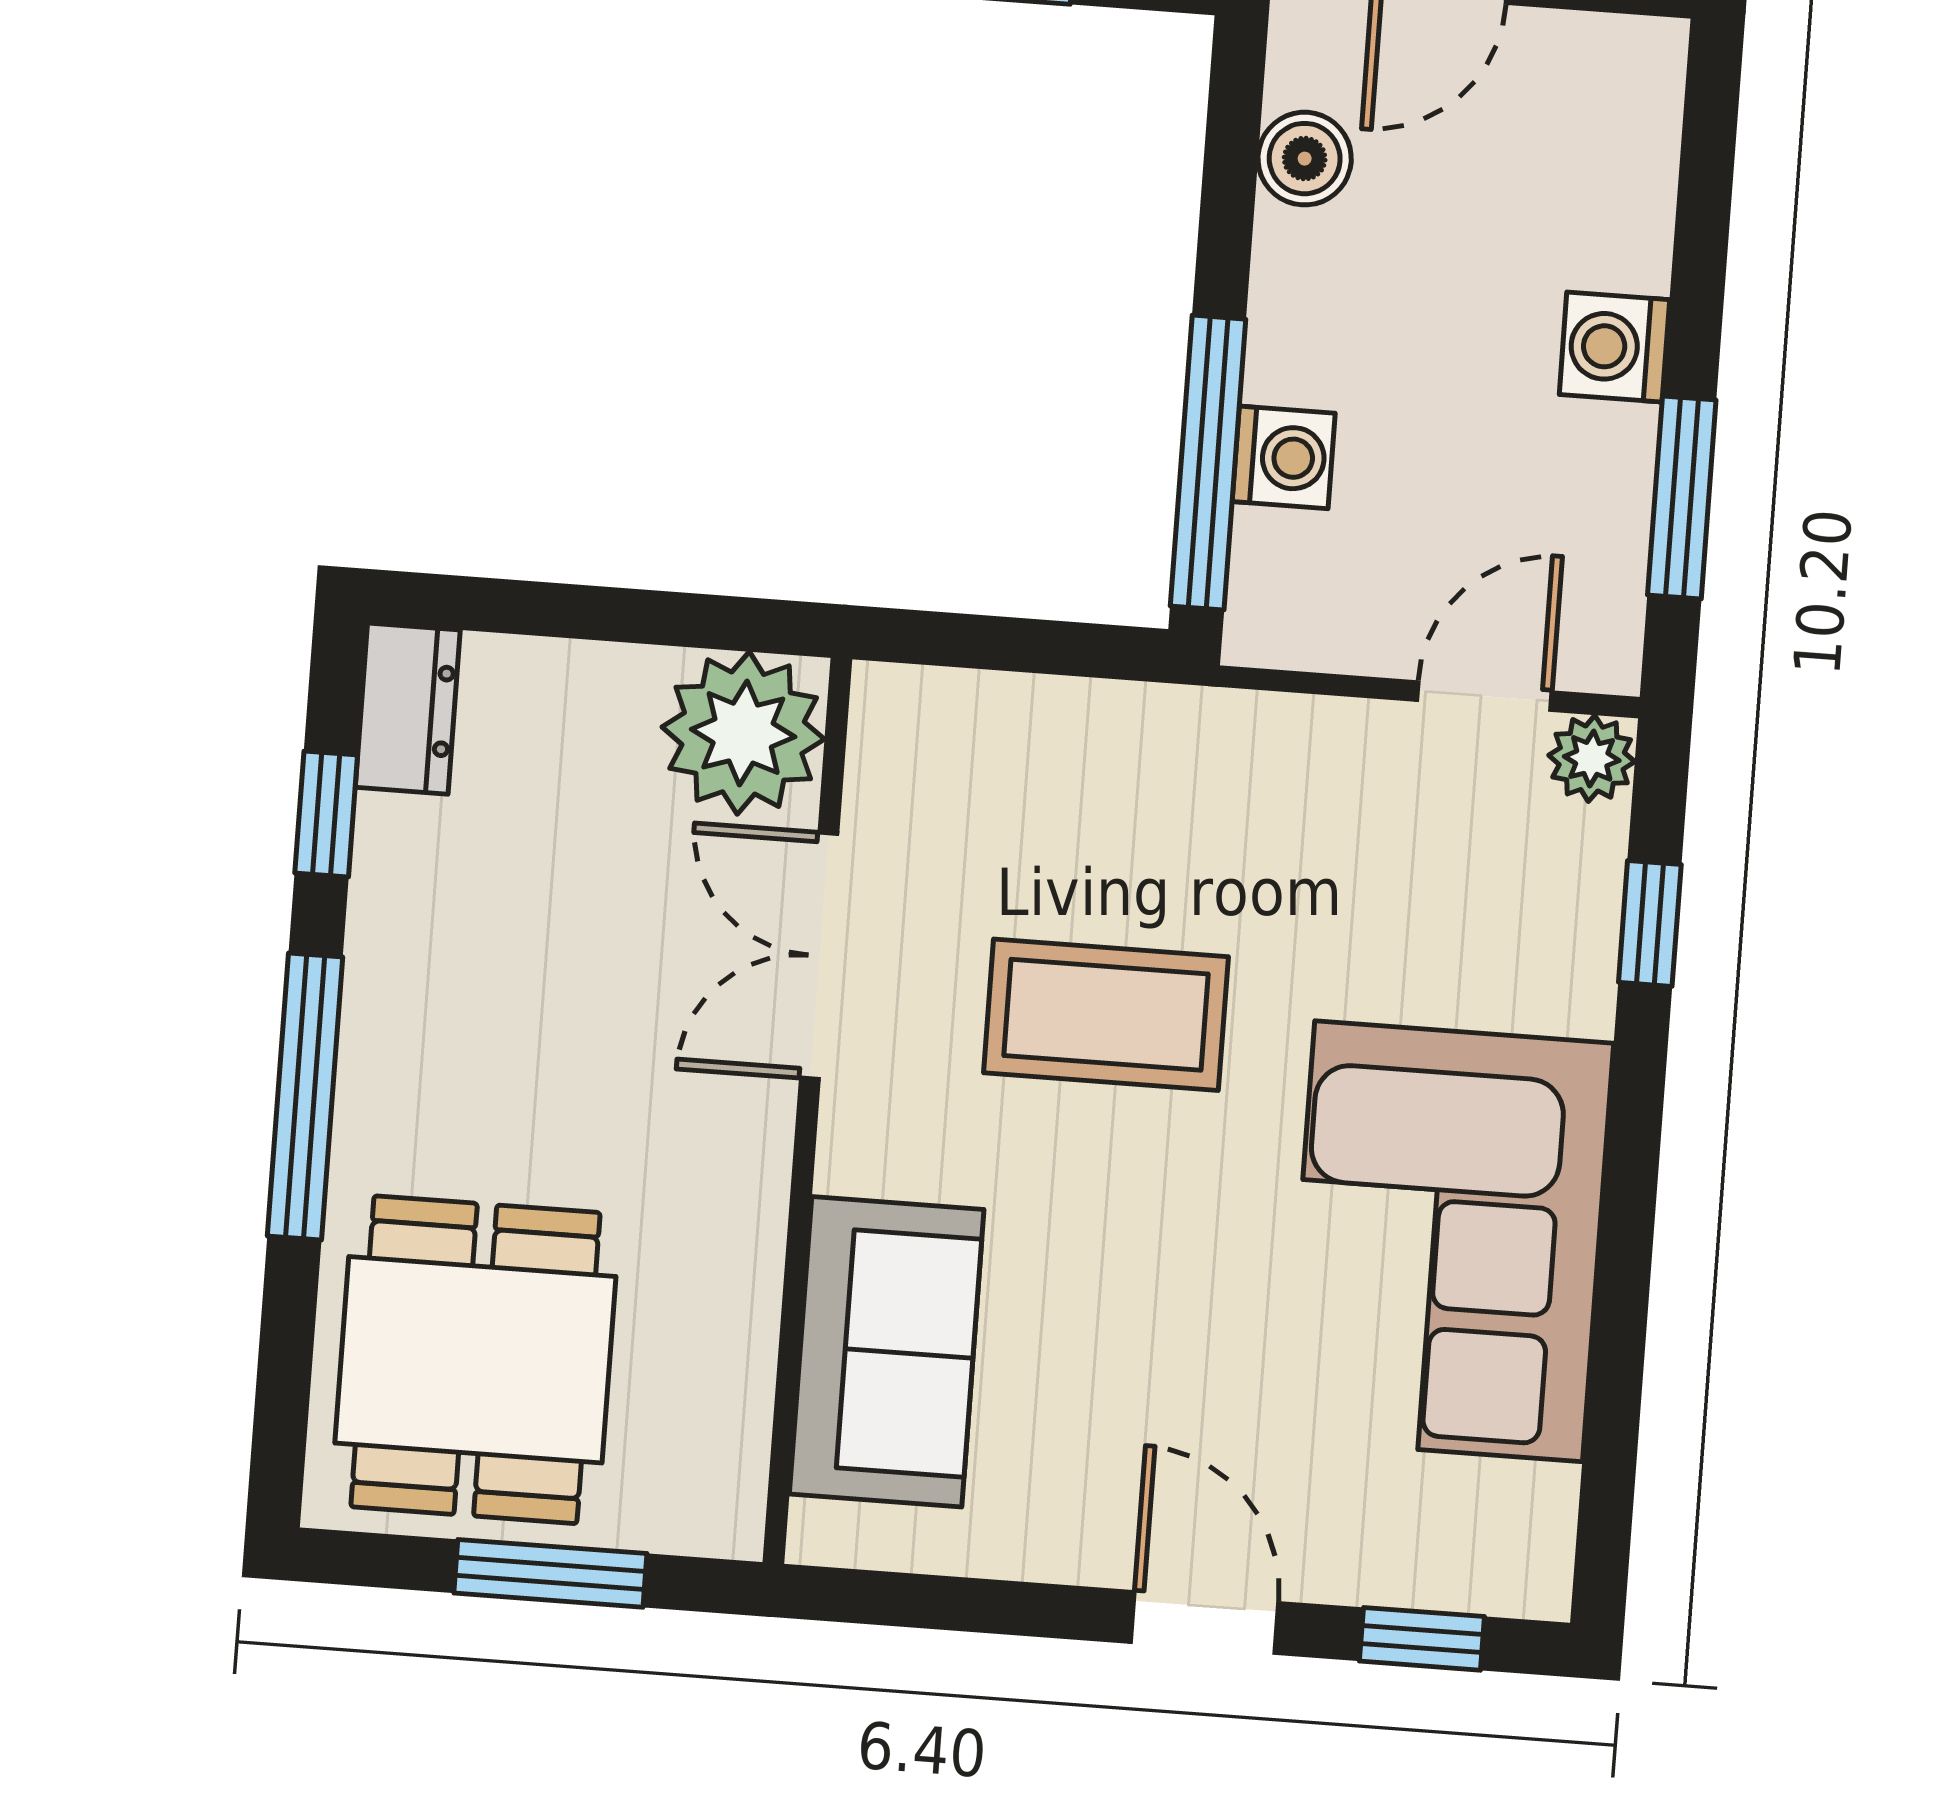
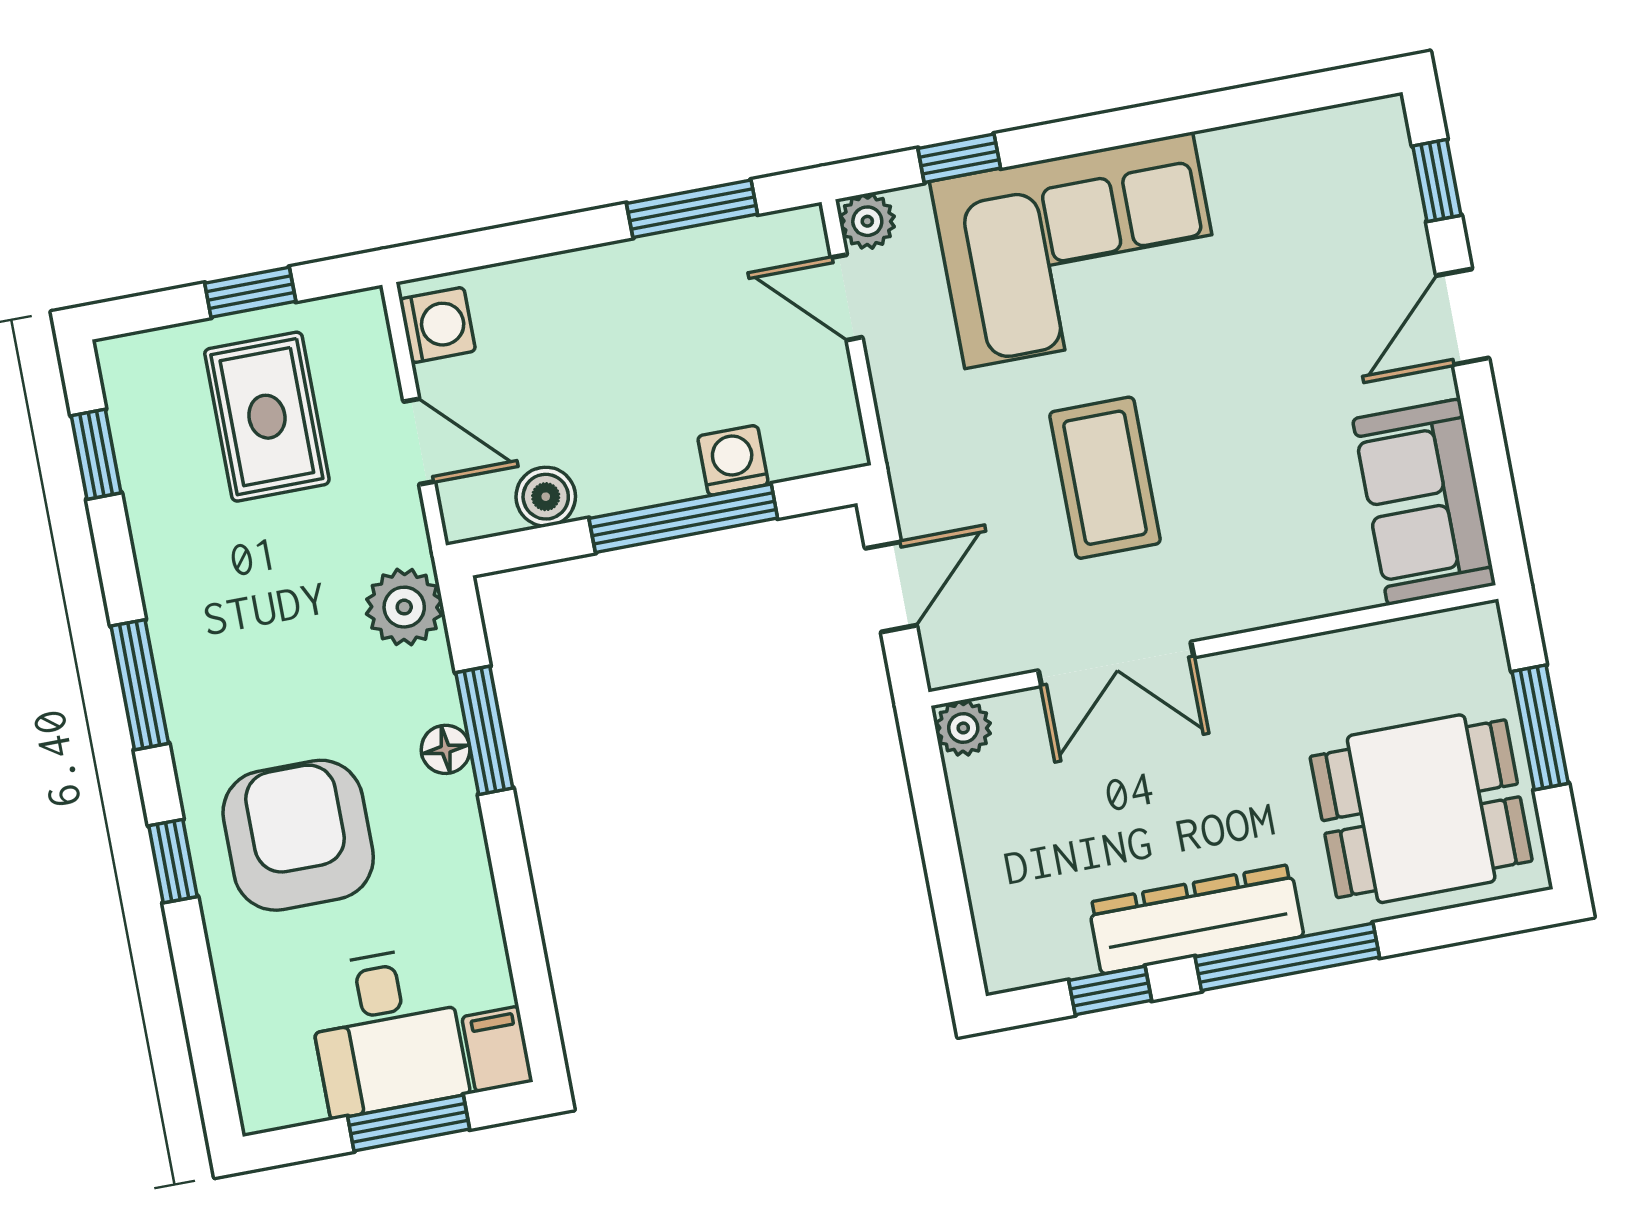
washing machine: (1614, 347) -> (437, 325), moved, turned -90
window: (1208, 463) -> (683, 518), moved
door: (1028, 646) -> (891, 587), added
dresser: (408, 709) -> (1196, 919), moved, width x1.96, depth x1.24
plant: (743, 733) -> (963, 728), width x0.53, depth x0.53
corner sofa: (1449, 1241) -> (1079, 250), moved
sofa: (887, 1352) -> (1424, 502), moved, turned -90

